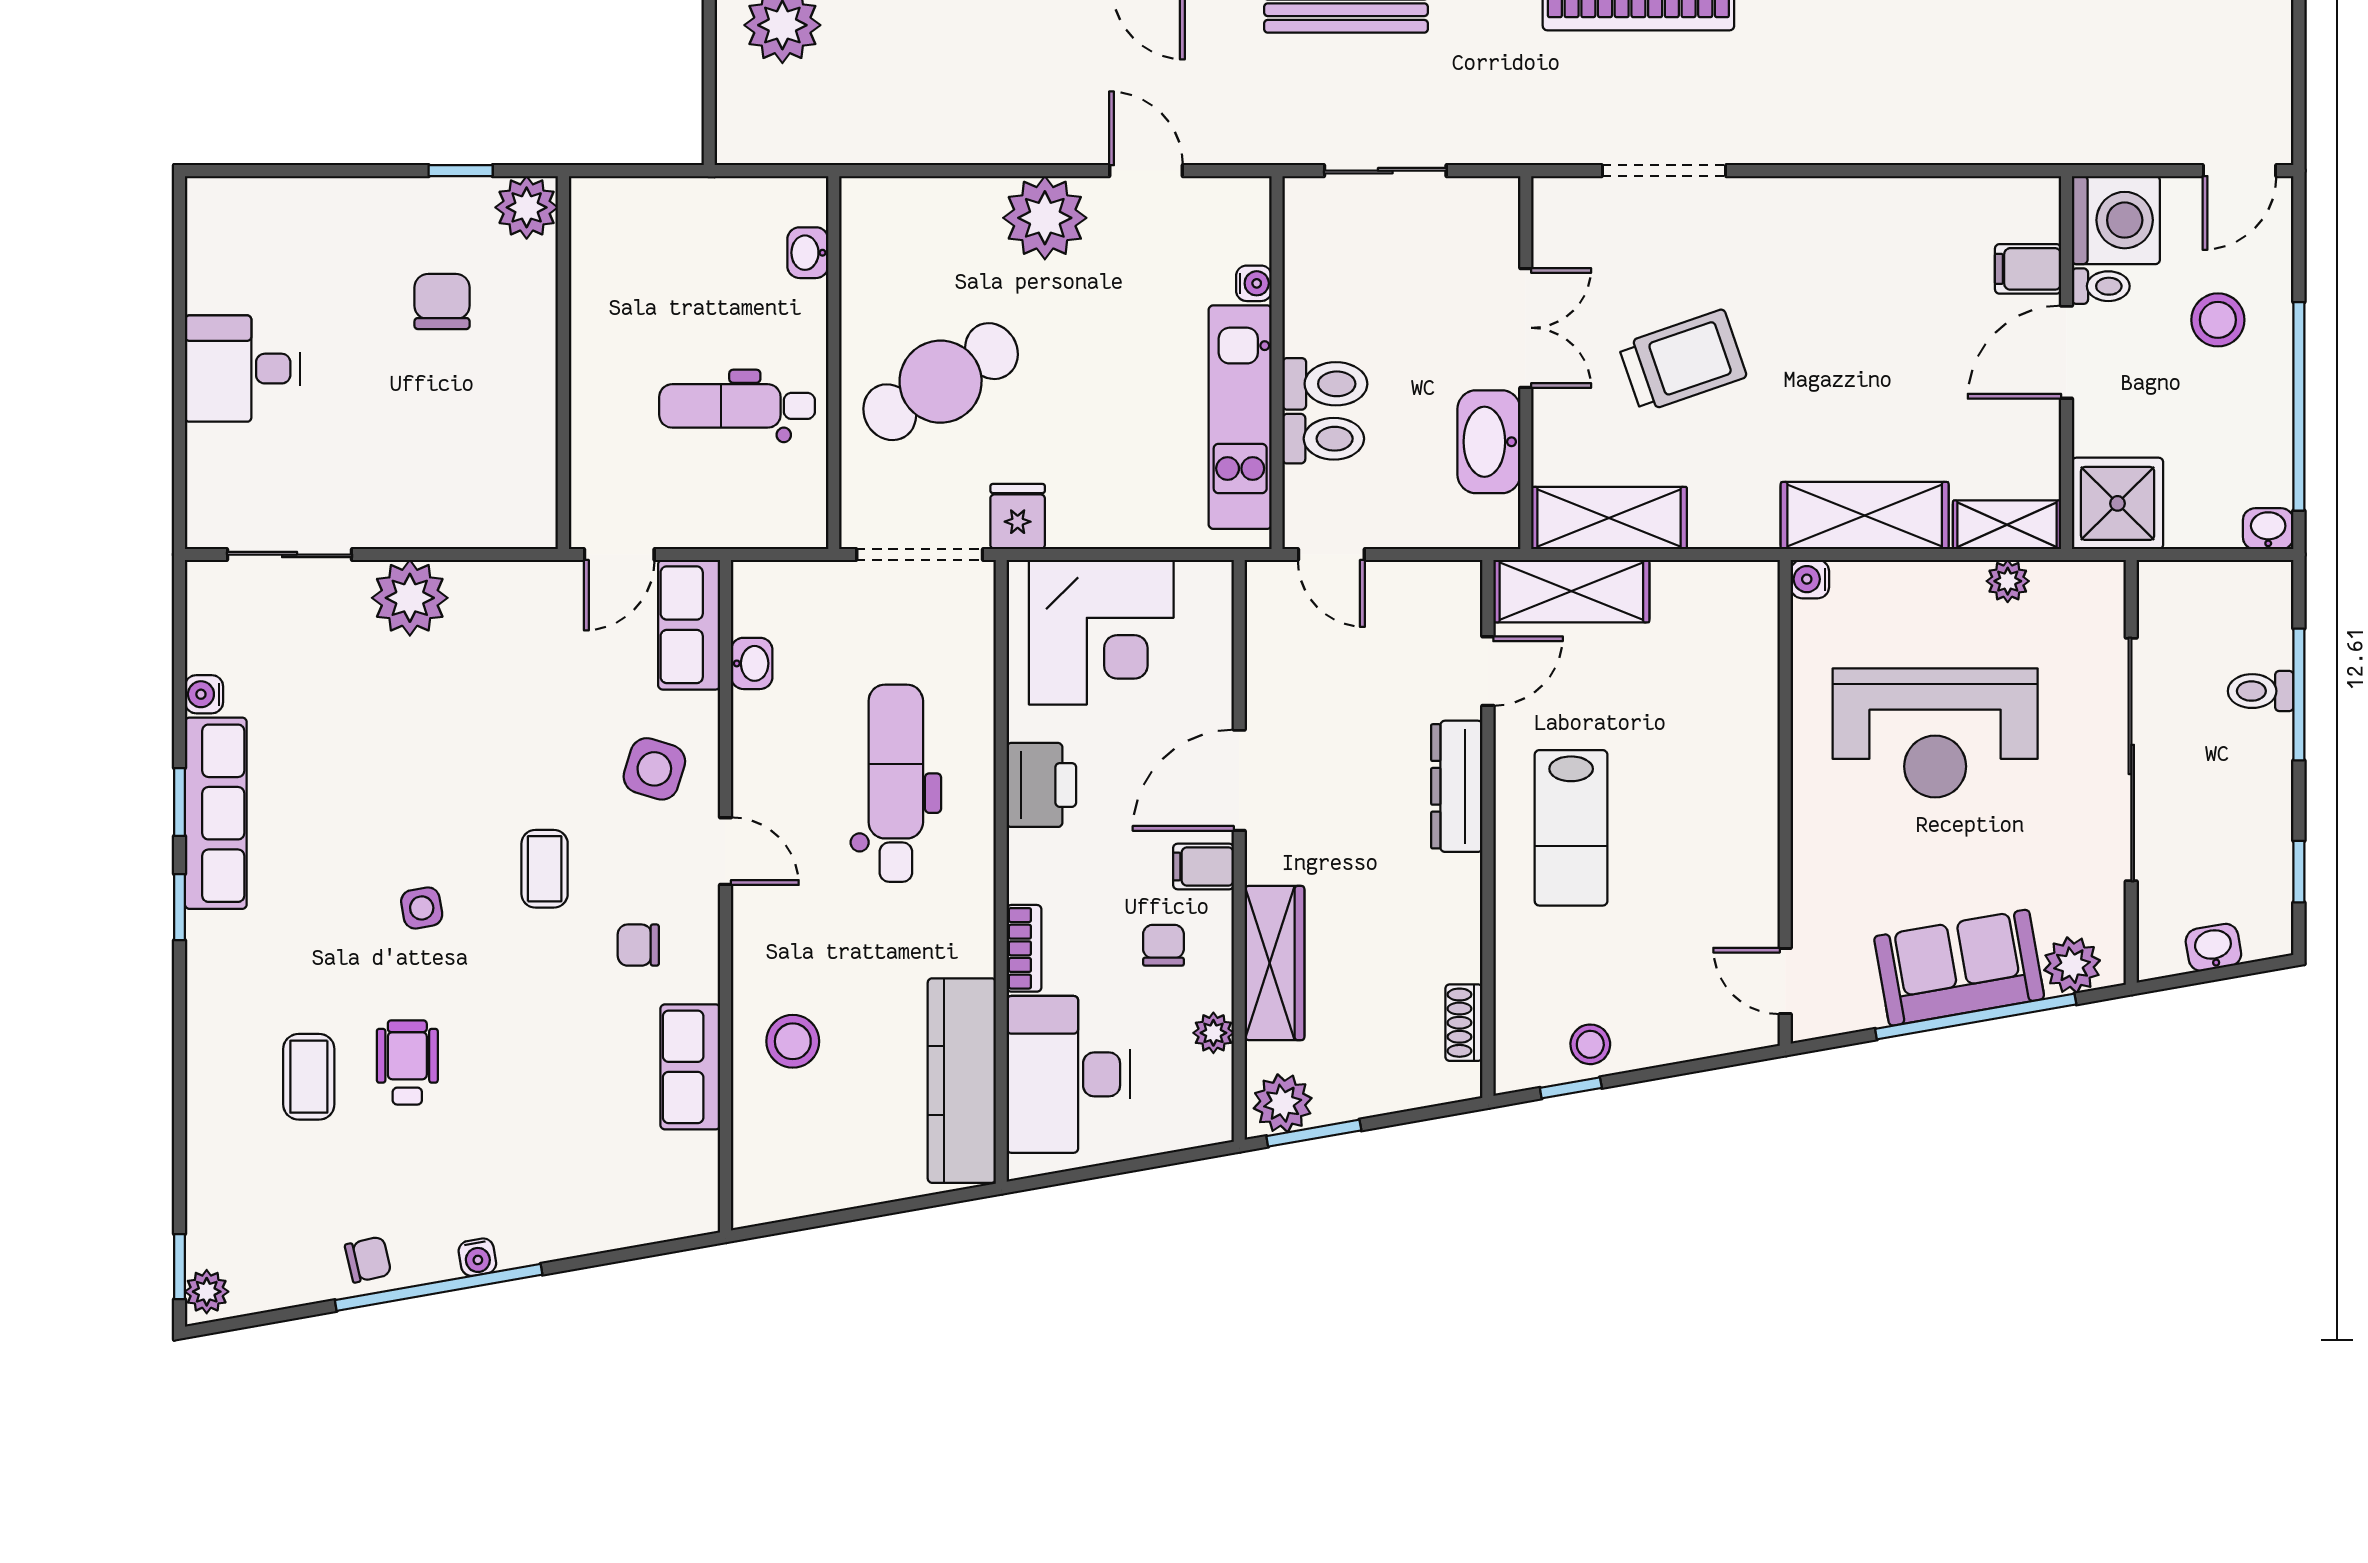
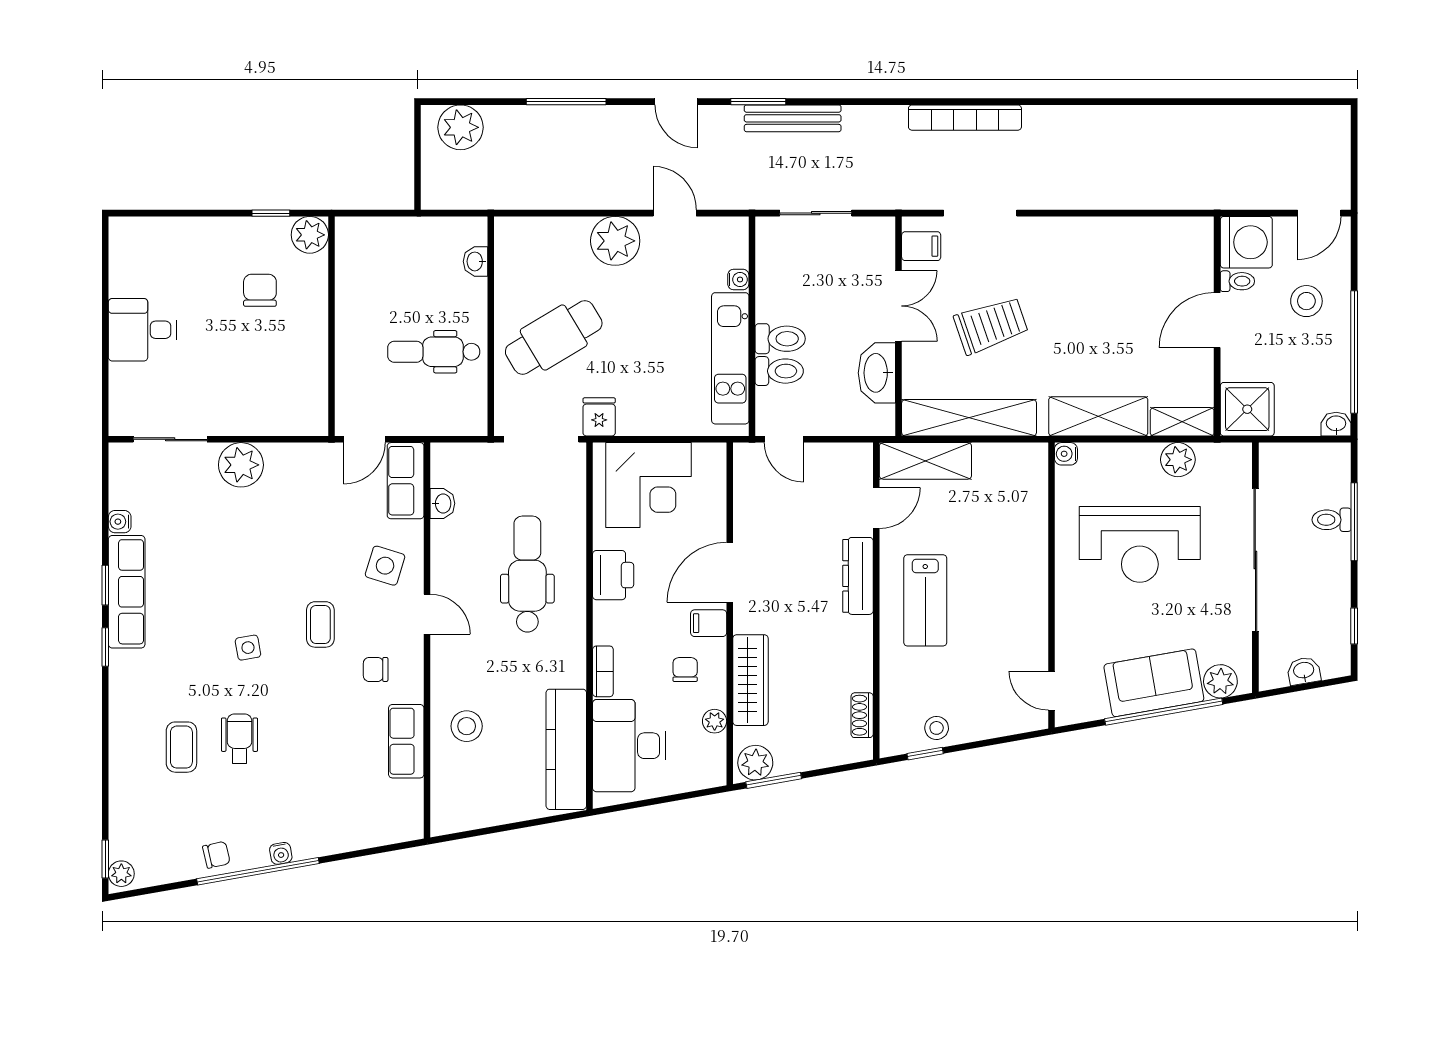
filing cabinet: (2028, 269) -> (921, 246), moved, turned 180
shelving: (1609, 518) -> (969, 418), width x1.47
plant: (2008, 581) -> (1178, 460), width x1.38, depth x1.38

